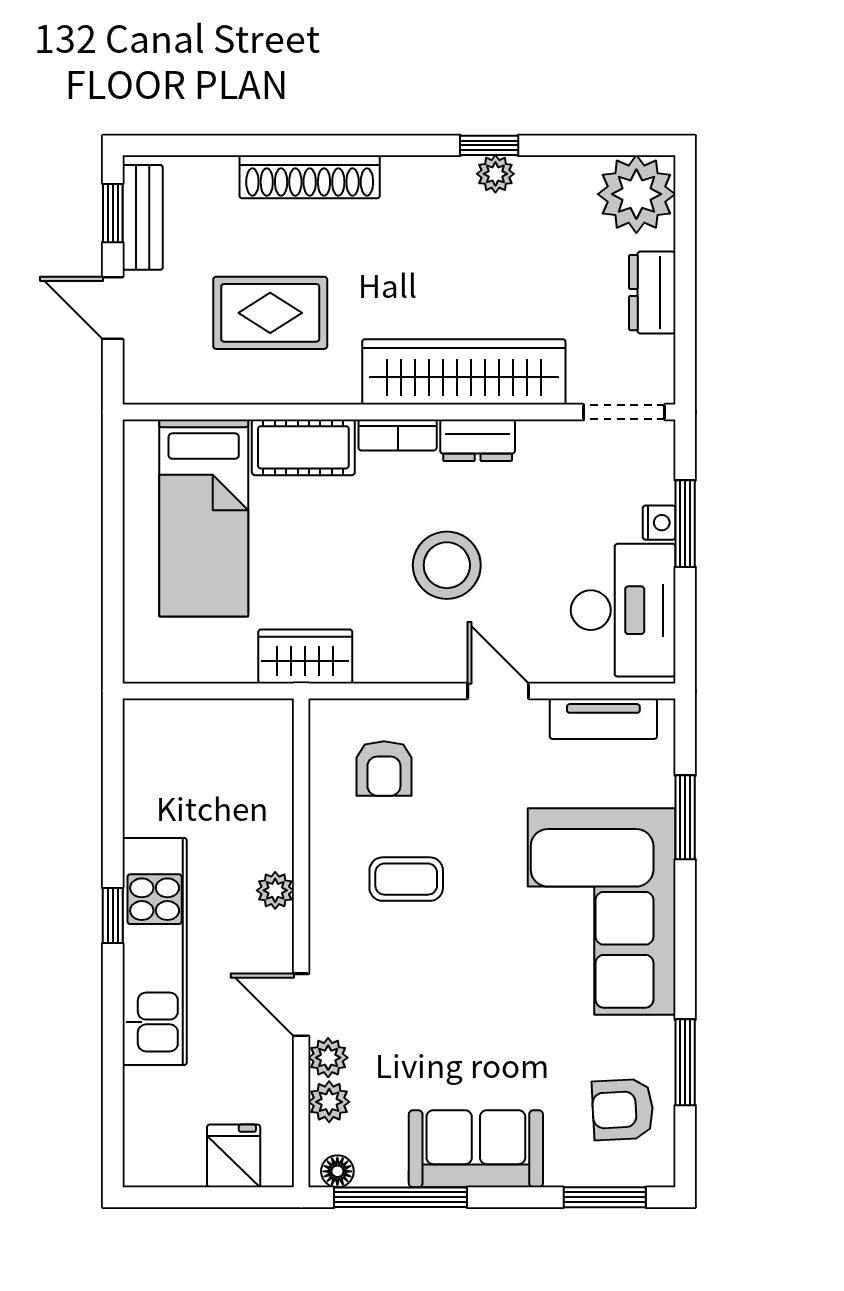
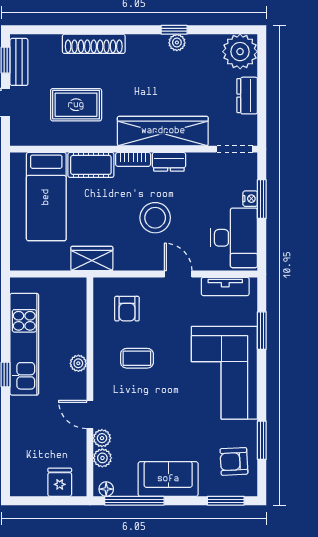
kitchen unit: (155, 951) -> (24, 344), moved

